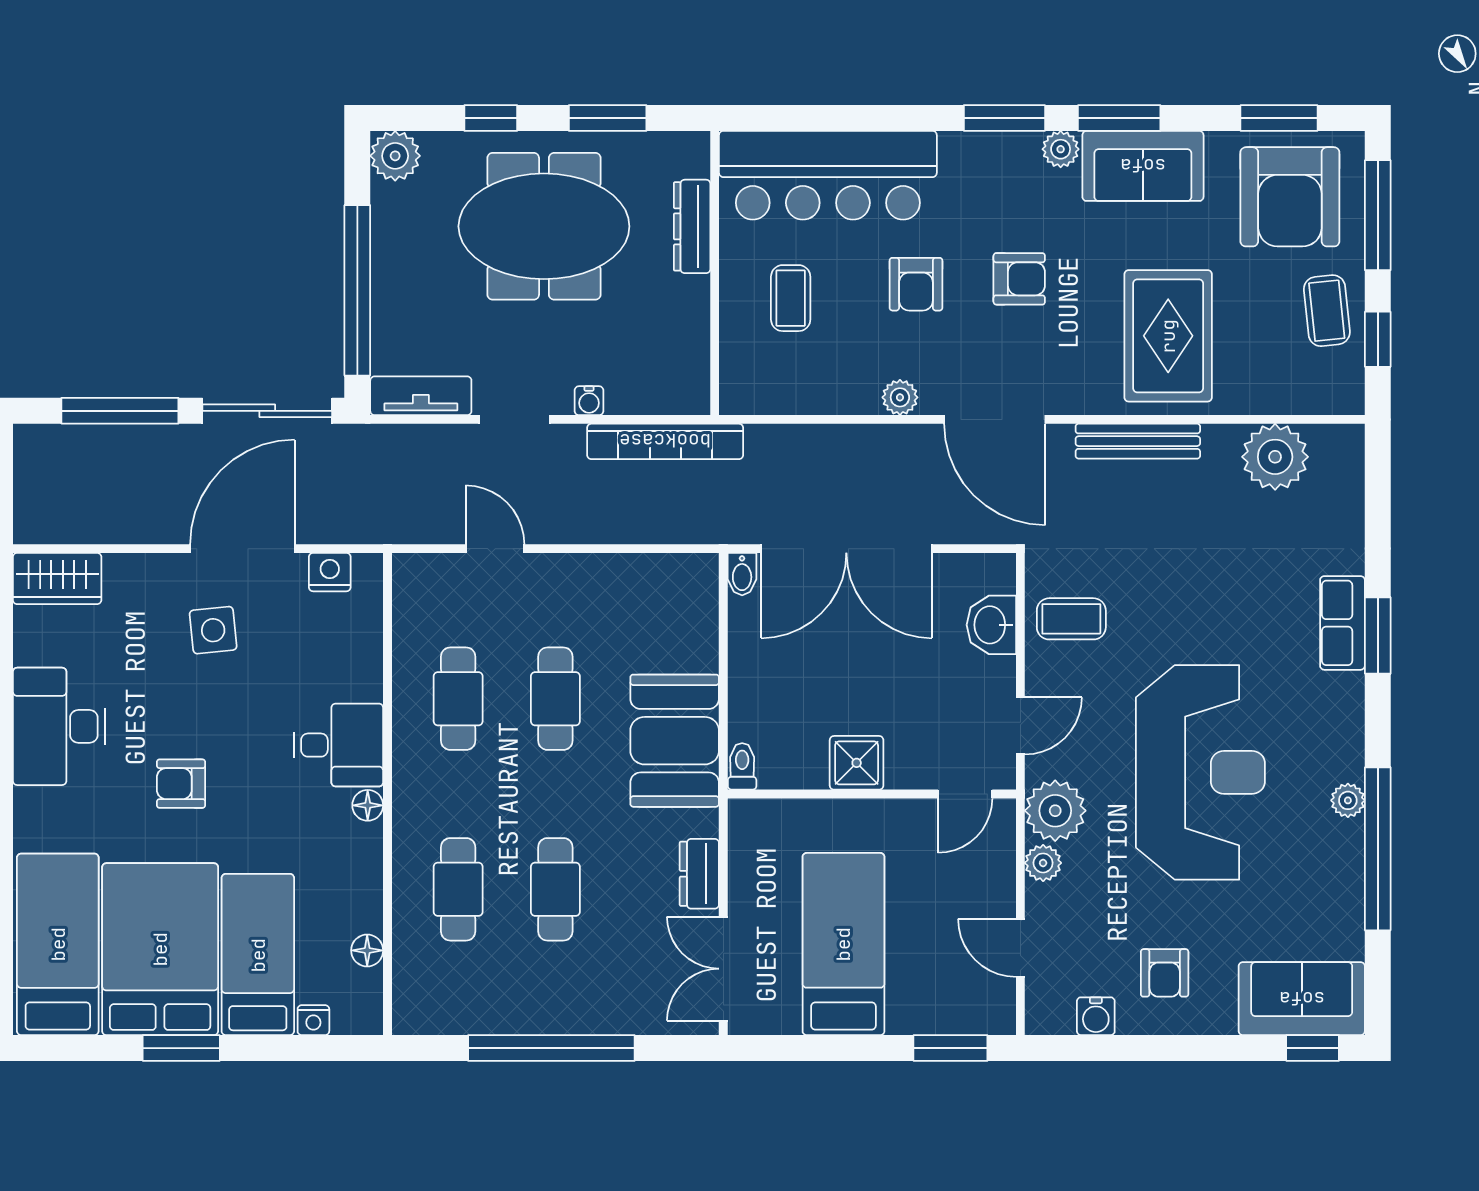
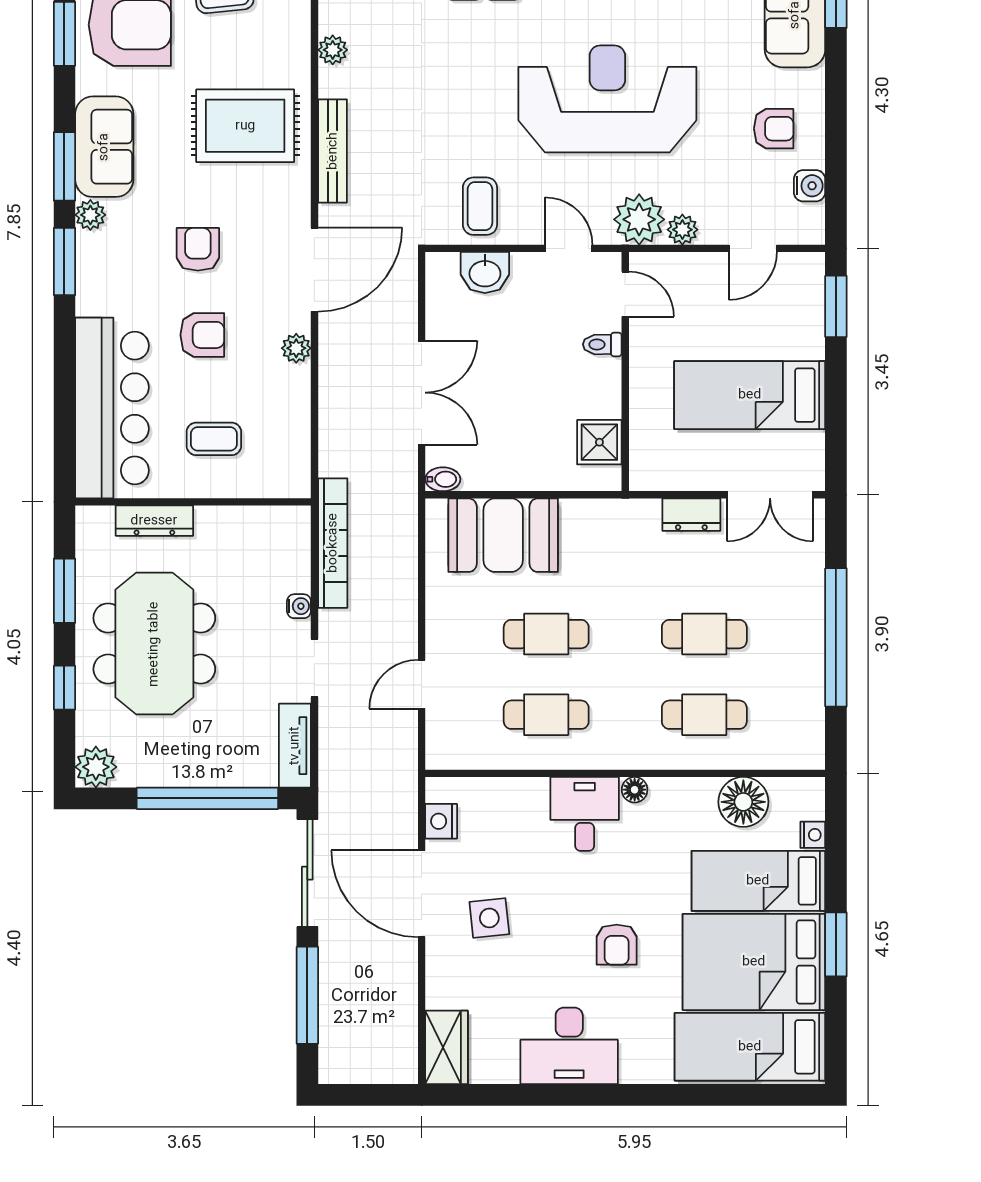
plant: (1275, 457) -> (333, 50), width x0.53, depth x0.53
double door: (846, 549) -> (422, 393), width x0.73
booth: (675, 741) -> (503, 535), moved
shower: (857, 763) -> (599, 442), moved
toilet: (742, 766) -> (602, 344), moved
floor lamp: (367, 950) -> (743, 802), width x1.89, depth x1.89

